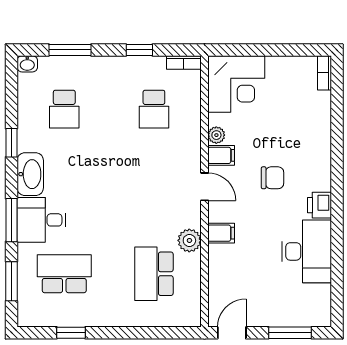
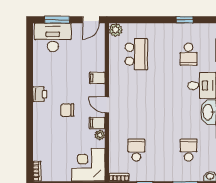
plant: (189, 240) -> (116, 30), moved
desk: (307, 251) -> (53, 37), moved, turned 90
school desk: (64, 274) -> (189, 54), width x0.54

